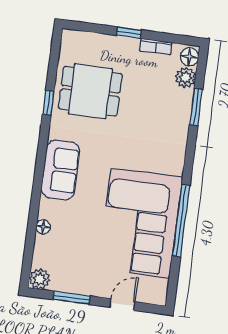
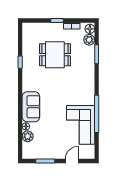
dining table: (90, 91) -> (55, 55), moved
sofa: (60, 170) -> (31, 107), moved
corner sofa: (140, 223) -> (81, 125), width x0.73, depth x0.74
plant: (40, 279) -> (28, 136), moved

